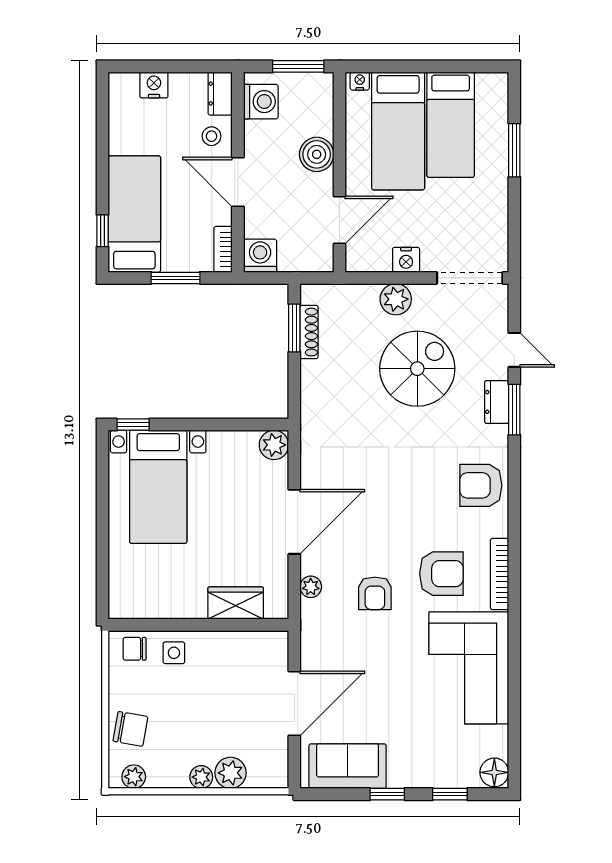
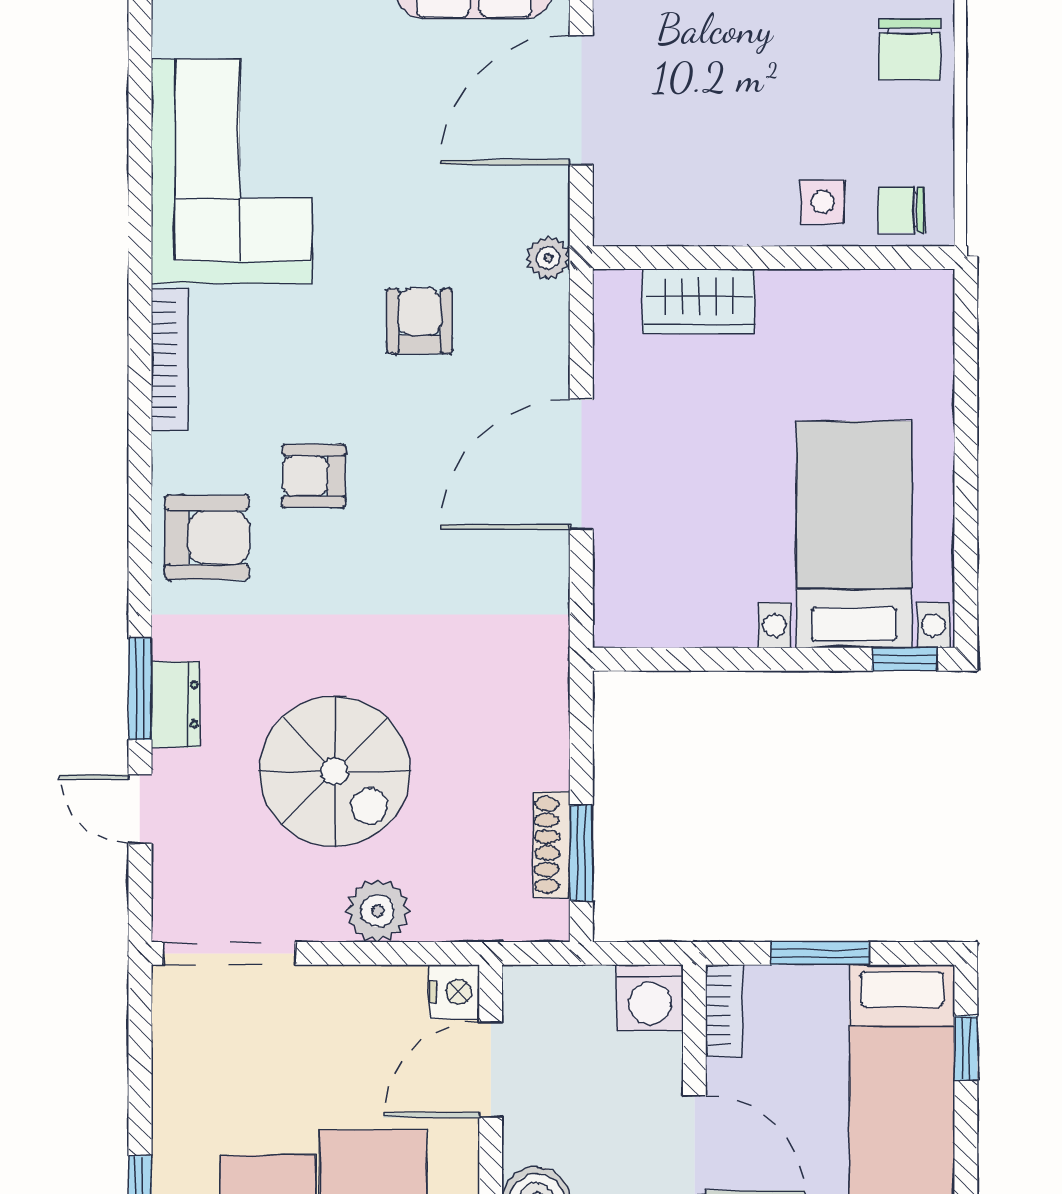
nightstand: (406, 260) -> (454, 992), moved, turned 90
spiral stairs: (417, 369) -> (335, 771), turned -90
plant: (274, 445) -> (622, 618), removed
armchair: (441, 574) -> (314, 476), moved, width x0.72, depth x0.72
plant: (311, 587) -> (548, 258), moved
chair: (135, 649) -> (901, 210), turned 180
chair: (130, 729) -> (910, 49), turned -100

